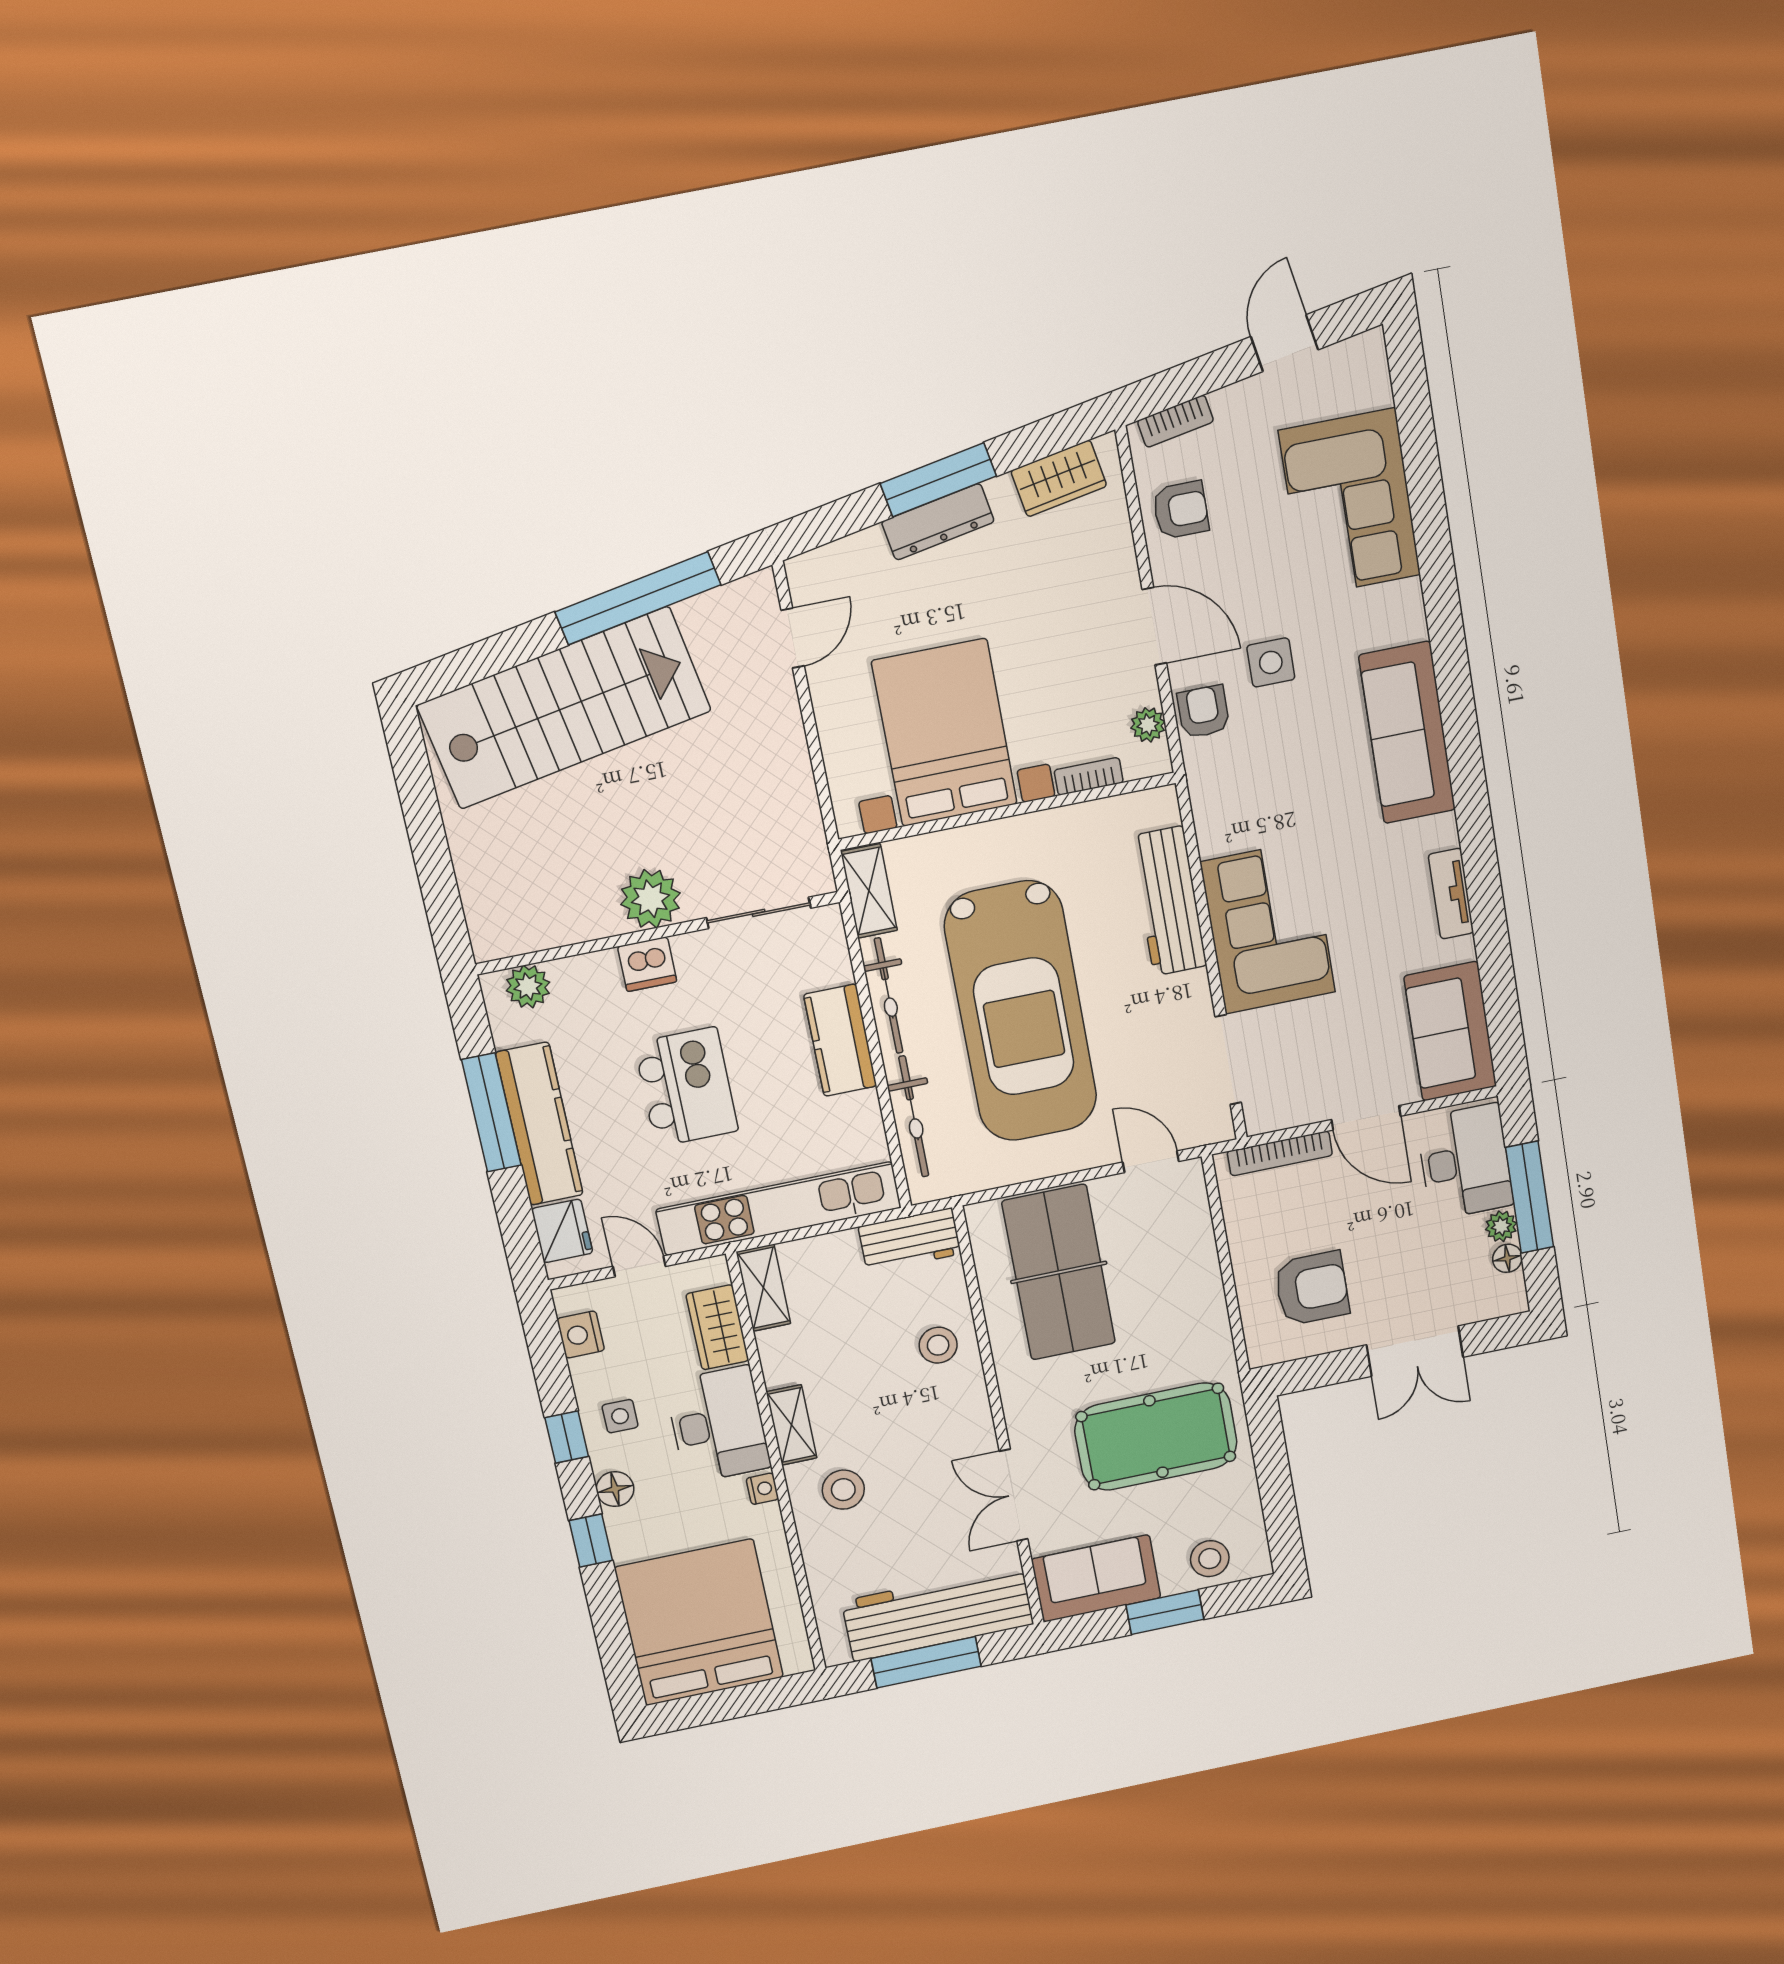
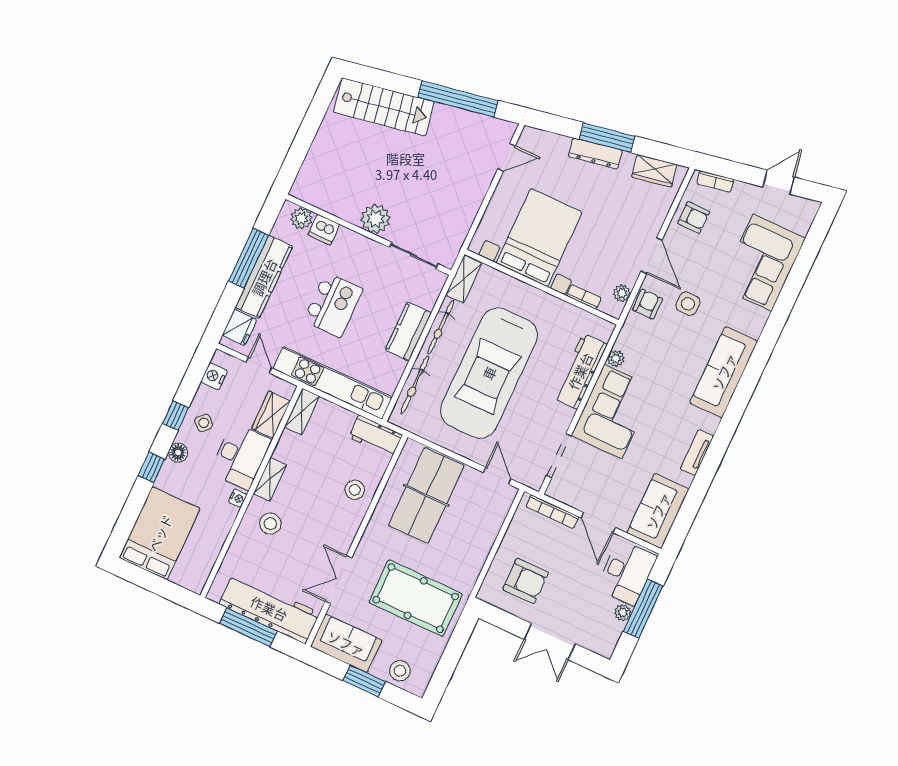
stairs: (564, 708) -> (384, 107), width x0.73, depth x0.66
plant: (1213, 839) -> (616, 358), added
dishwasher: (647, 964) -> (324, 230), moved
floor lamp: (1507, 1258) -> (616, 629), removed
side table: (620, 1416) -> (204, 423), turned 45
bed: (699, 1622) -> (160, 533), width x0.73

